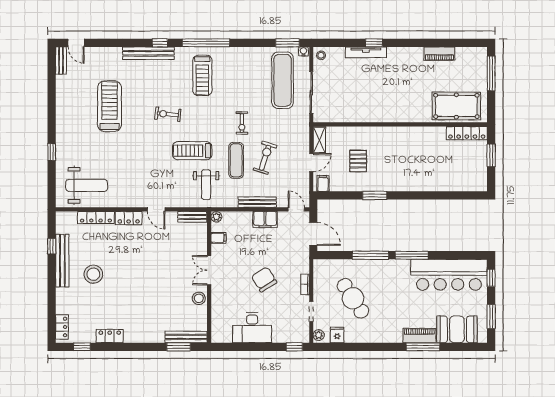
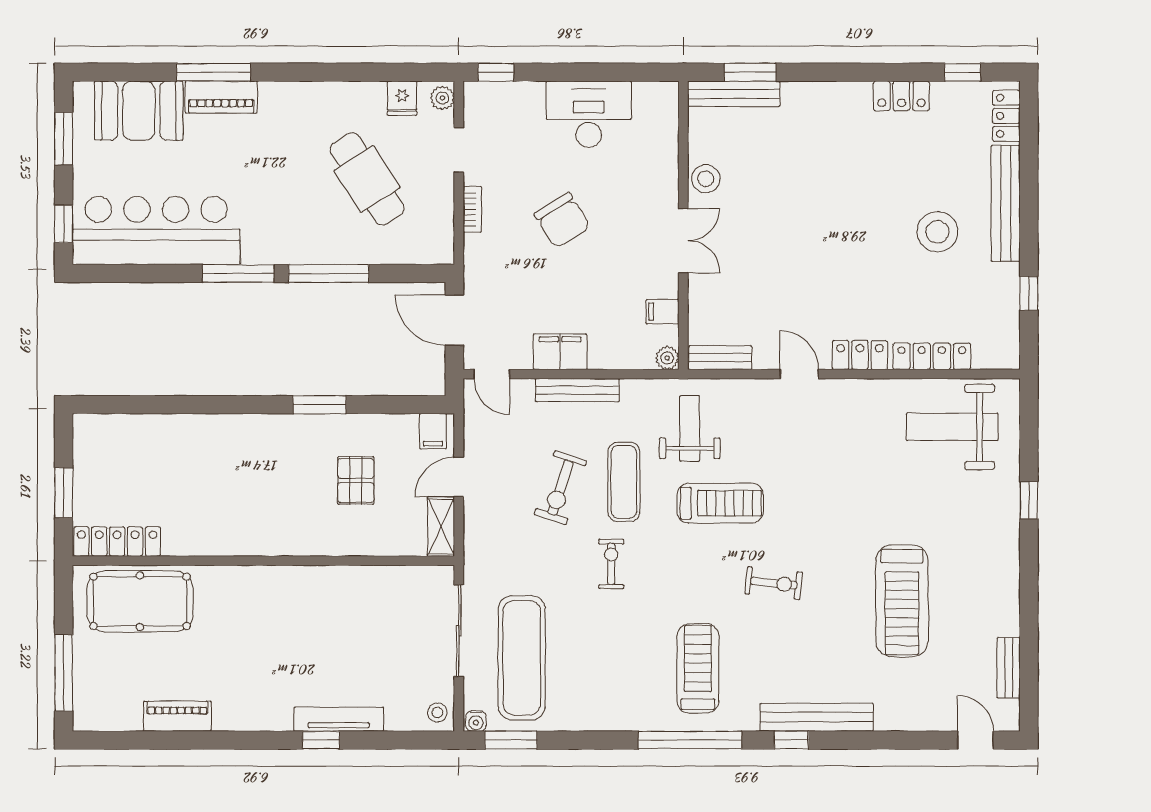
bench: (61, 61) -> (1009, 668), moved
bench: (62, 261) -> (1006, 203), moved

